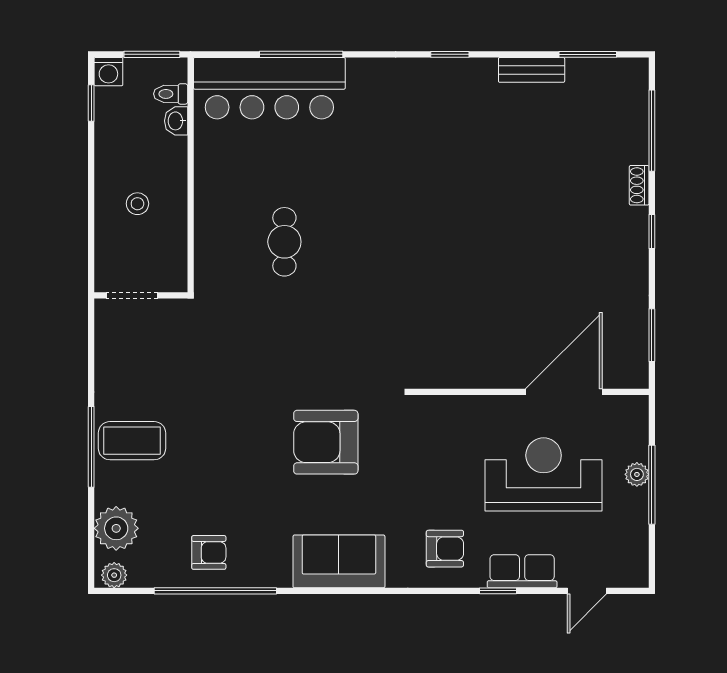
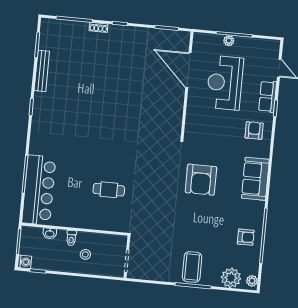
bench: (532, 70) -> (42, 71), width x1.36
toilet: (171, 94) -> (71, 238), moved
armchair: (209, 552) -> (246, 237), turned 90

